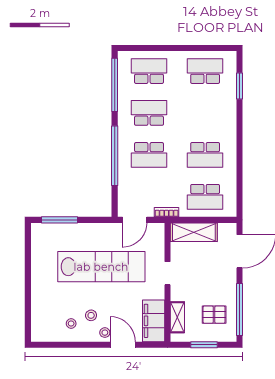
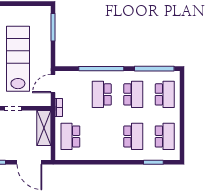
school desk: (205, 155) -> (133, 136), moved, turned 180
door: (135, 220) -> (53, 84), hinge flipped
lab bench: (101, 267) -> (18, 59), turned 180

